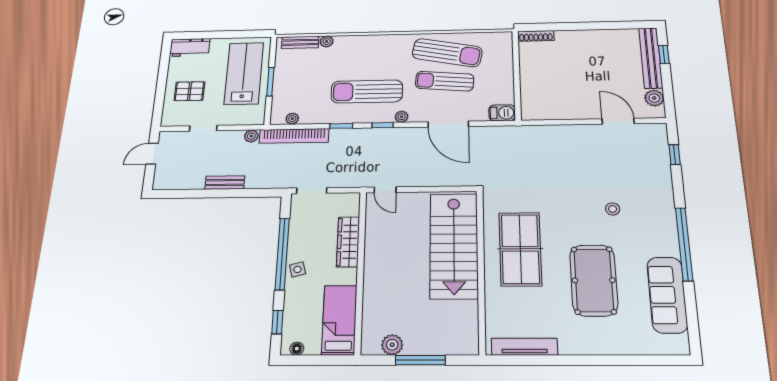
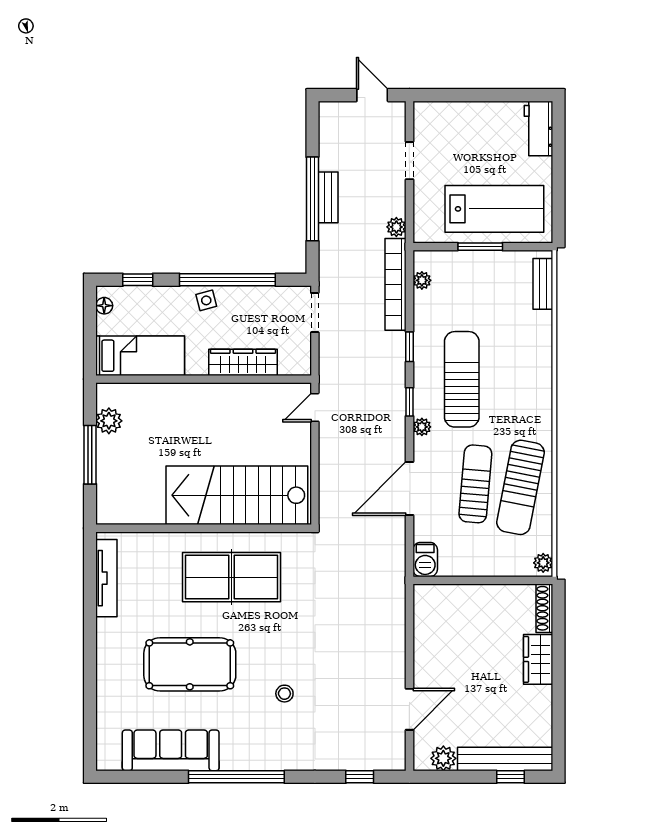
wardrobe: (574, 39) -> (538, 659), added
plant: (327, 42) -> (543, 563), moved
pallet: (189, 91) -> (468, 136), removed
window: (225, 193) -> (312, 199), added

